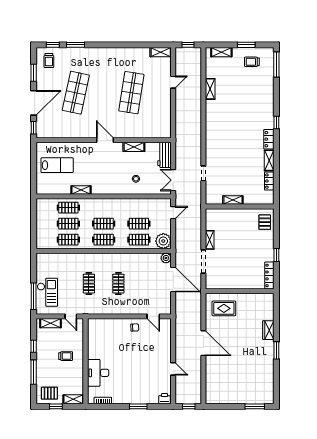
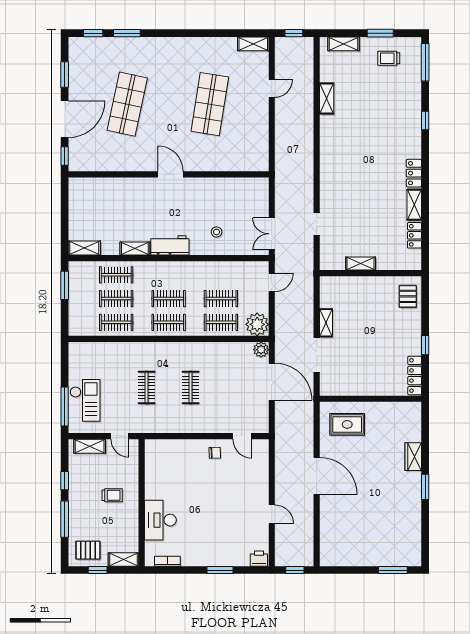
trolley: (49, 61) -> (87, 56), removed
window: (276, 123) -> (425, 121), moved
shelving: (134, 147) -> (84, 248), moved
workbench: (164, 155) -> (170, 245), moved, turned 90
lab bench: (57, 165) -> (99, 212), removed
window: (34, 215) -> (65, 285), added

